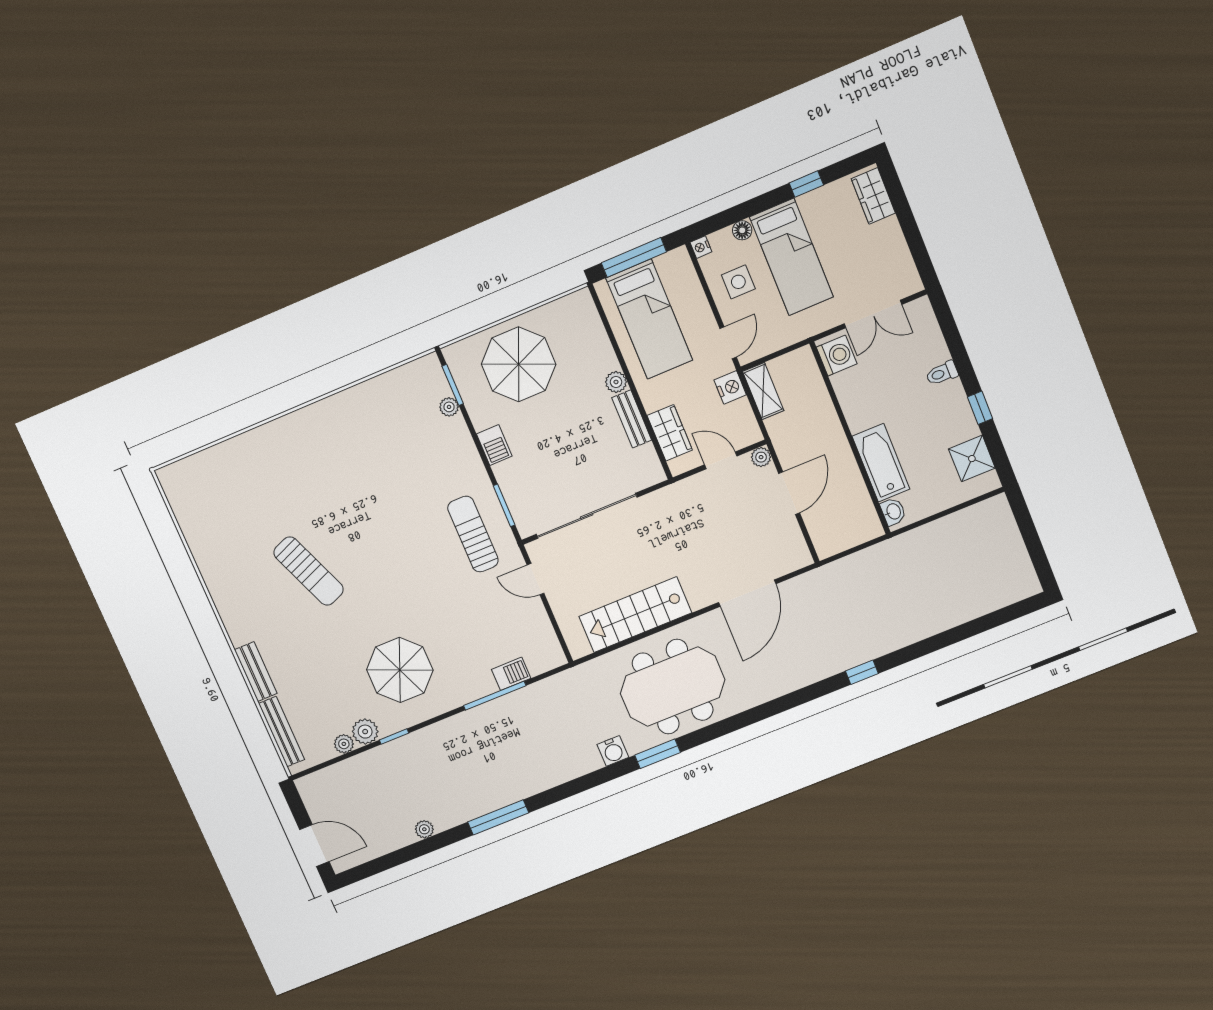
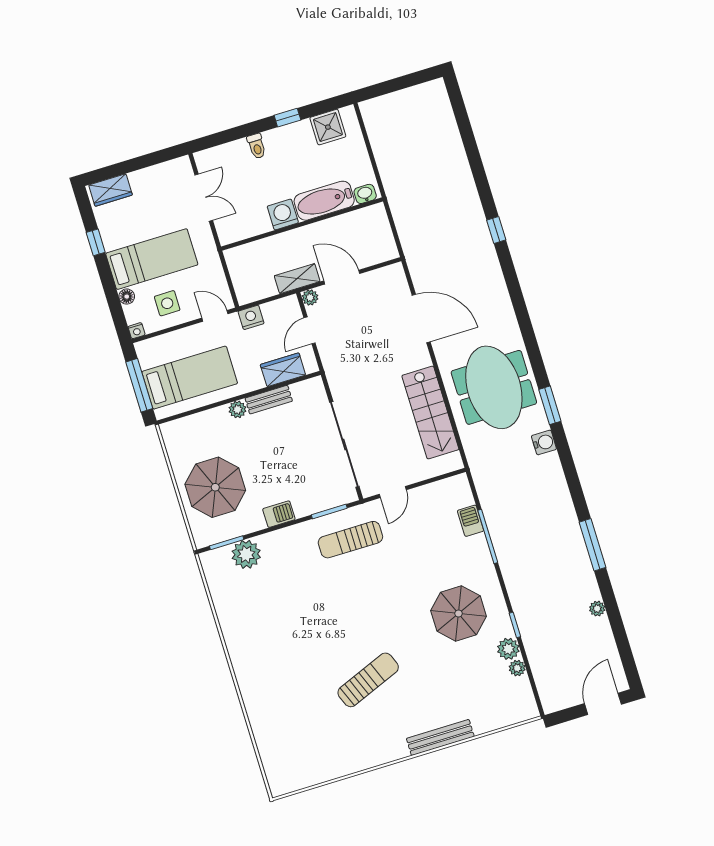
washing machine: (837, 356) -> (283, 214), moved
shelving: (763, 391) -> (297, 279), moved
plant: (449, 407) -> (246, 554), width x1.87, depth x1.87
bench: (256, 672) -> (440, 737), width x1.36
bench: (281, 732) -> (502, 720), removed

